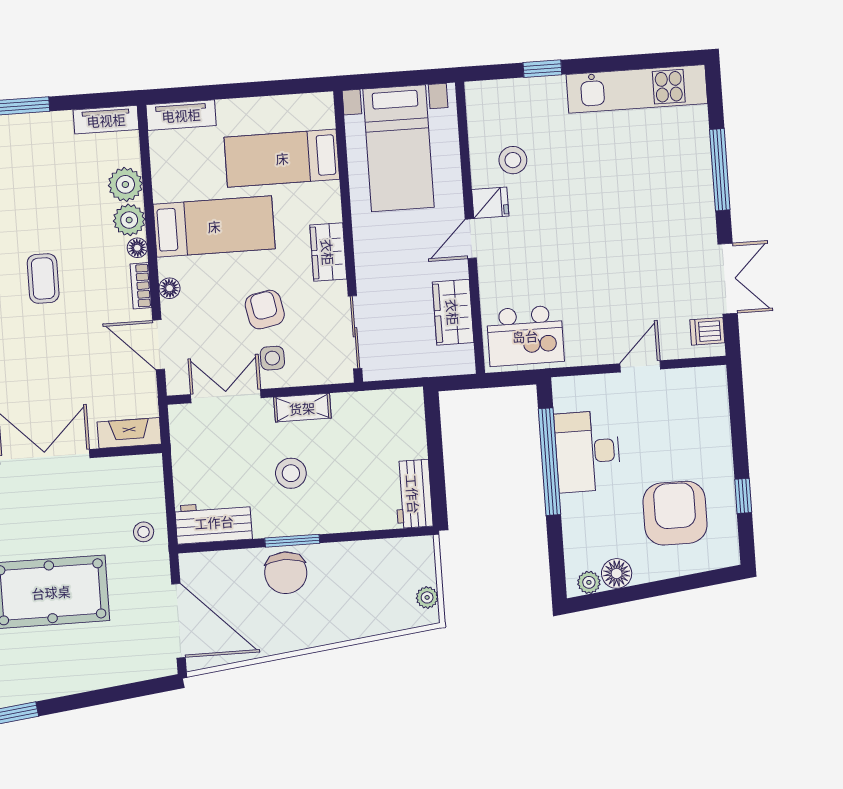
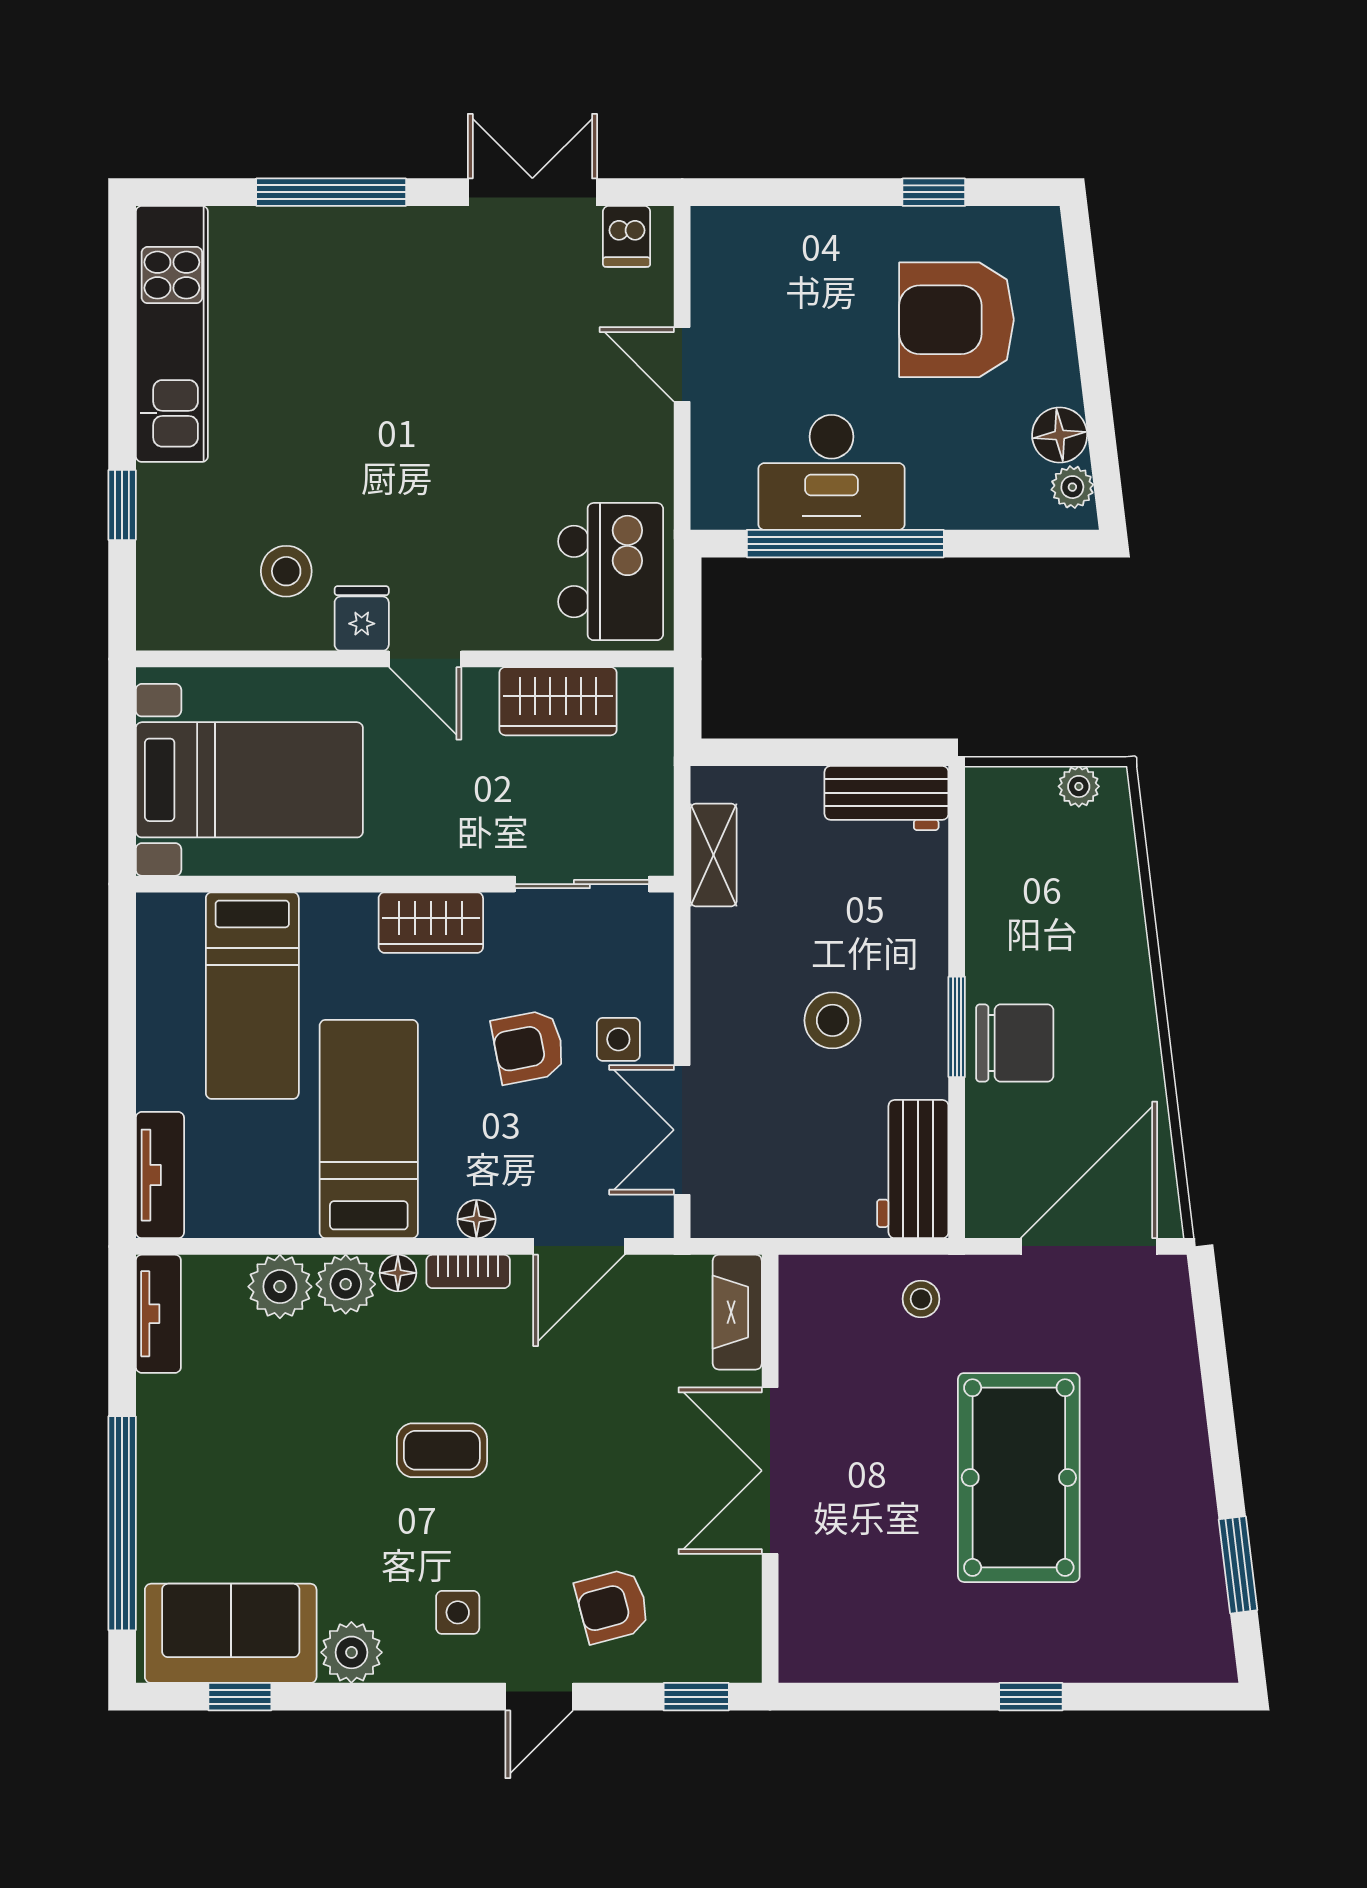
shelving: (302, 408) -> (714, 855), moved

